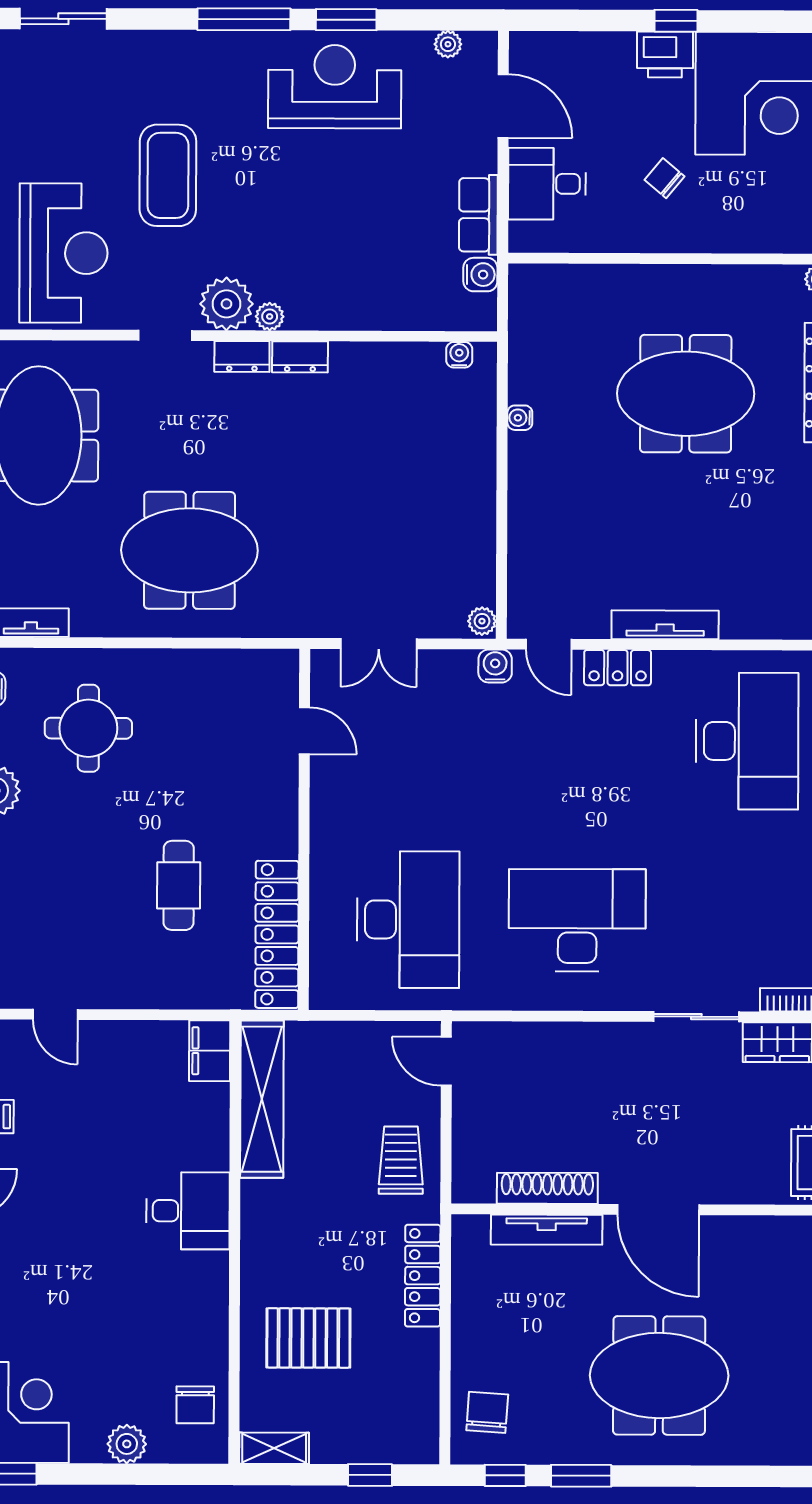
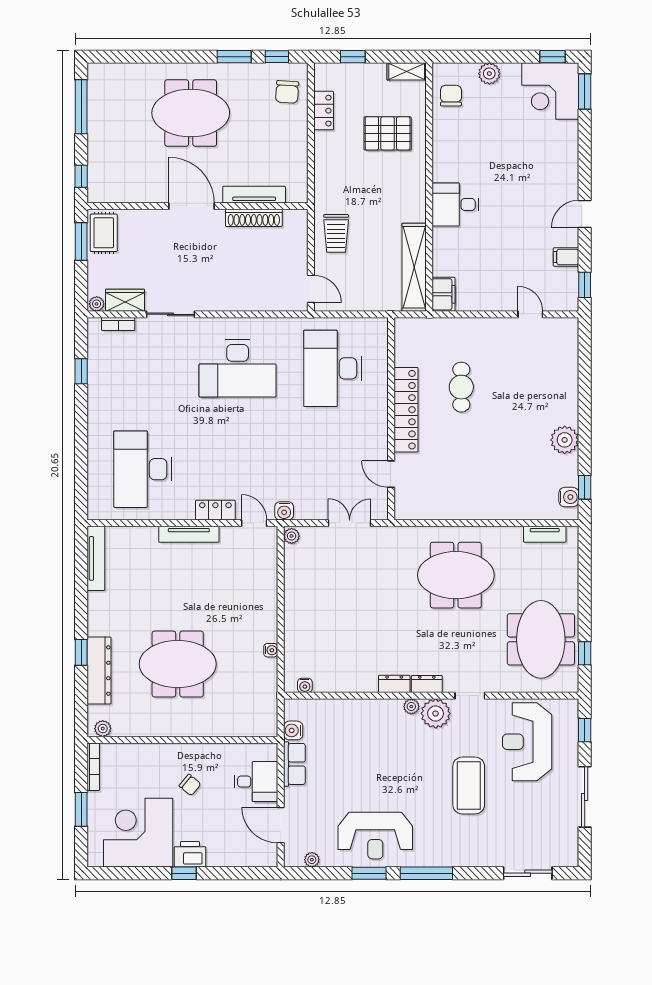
round table: (88, 728) -> (512, 475), removed
locker: (277, 934) -> (406, 410), moved
locker: (423, 1276) -> (324, 111), moved, width x0.66

